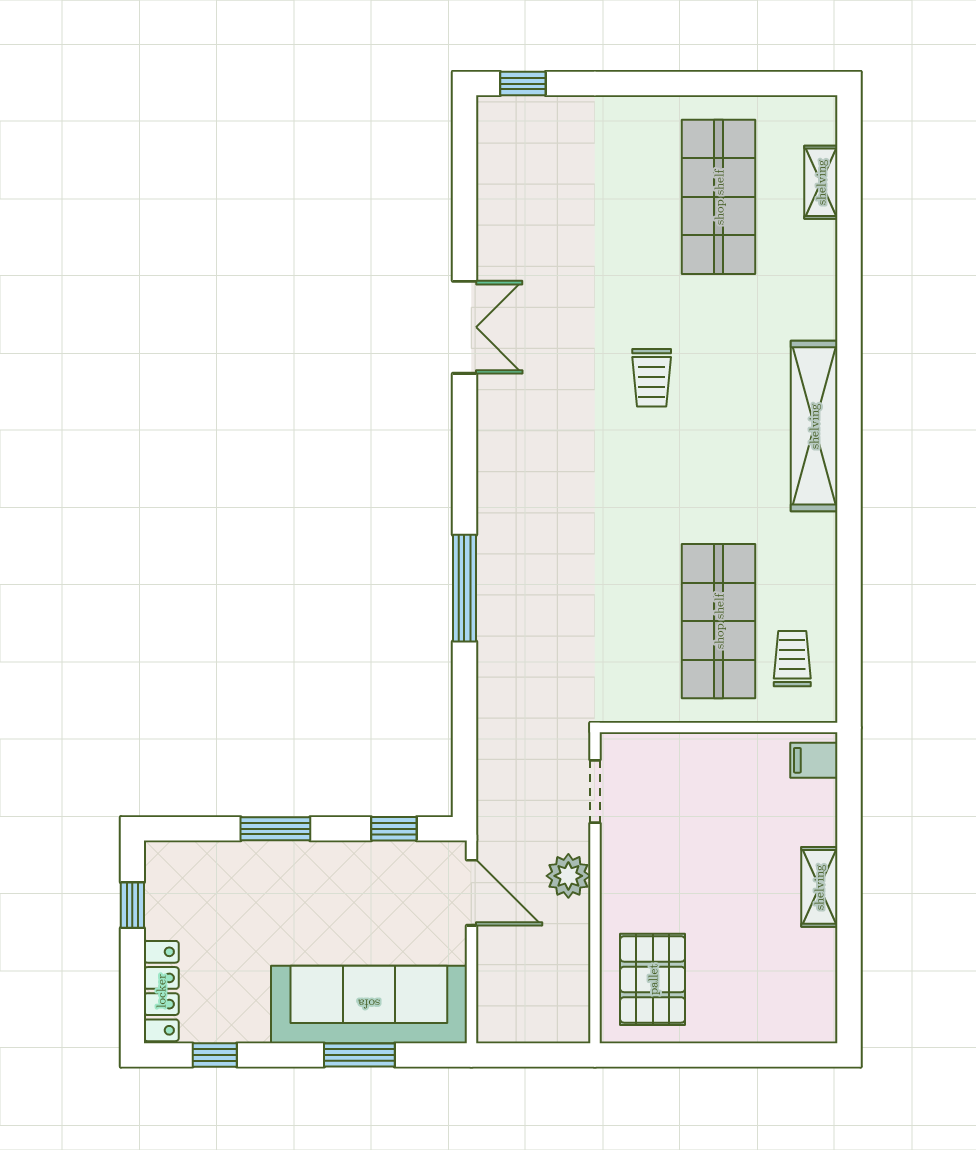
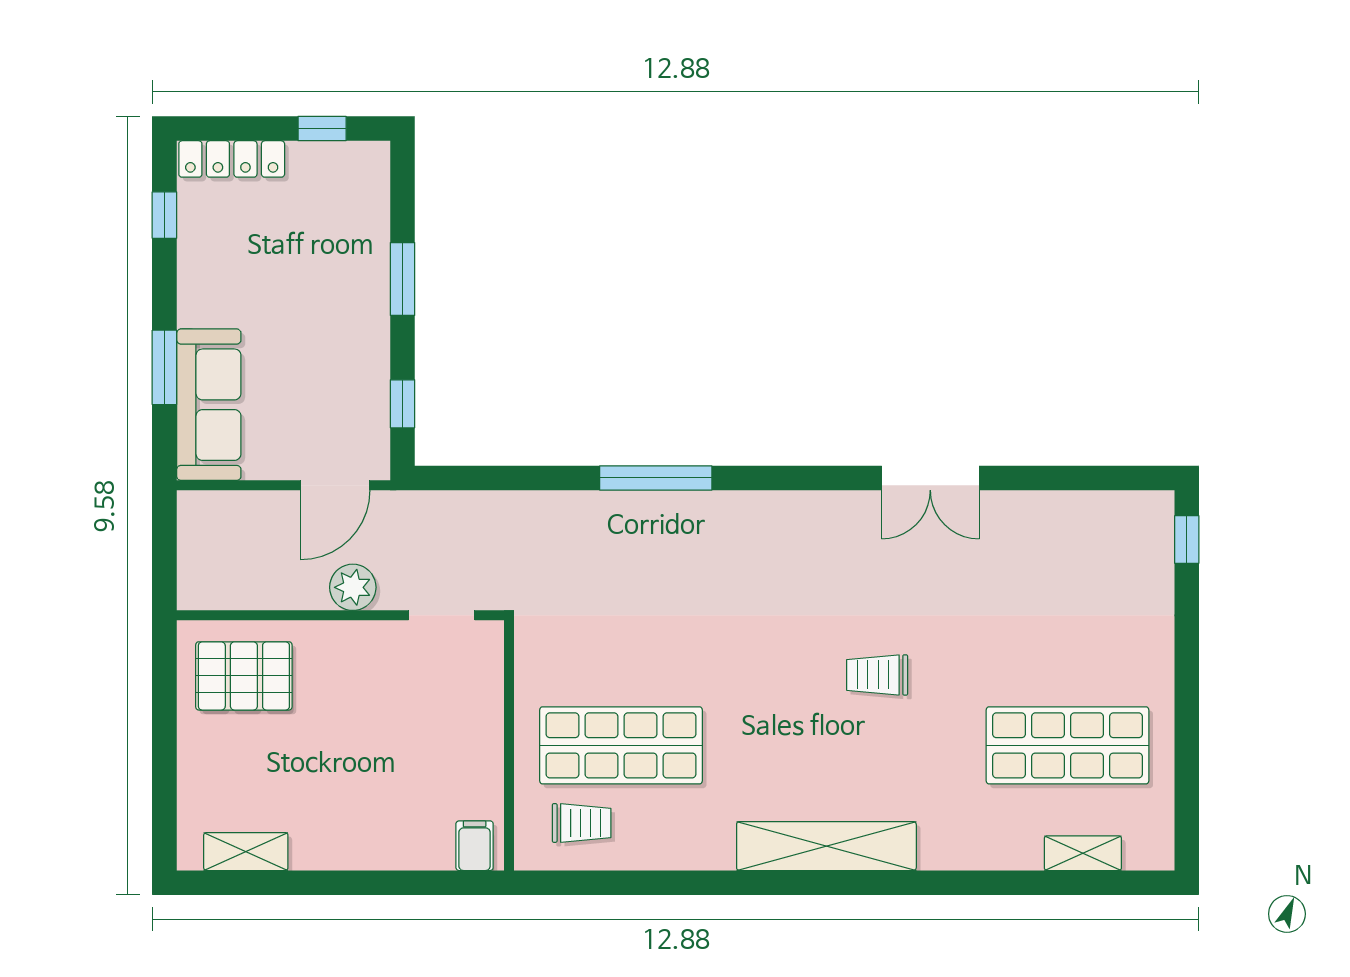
shelving: (819, 887) -> (246, 852), moved
sofa: (369, 1004) -> (209, 405), width x0.74, depth x0.79

